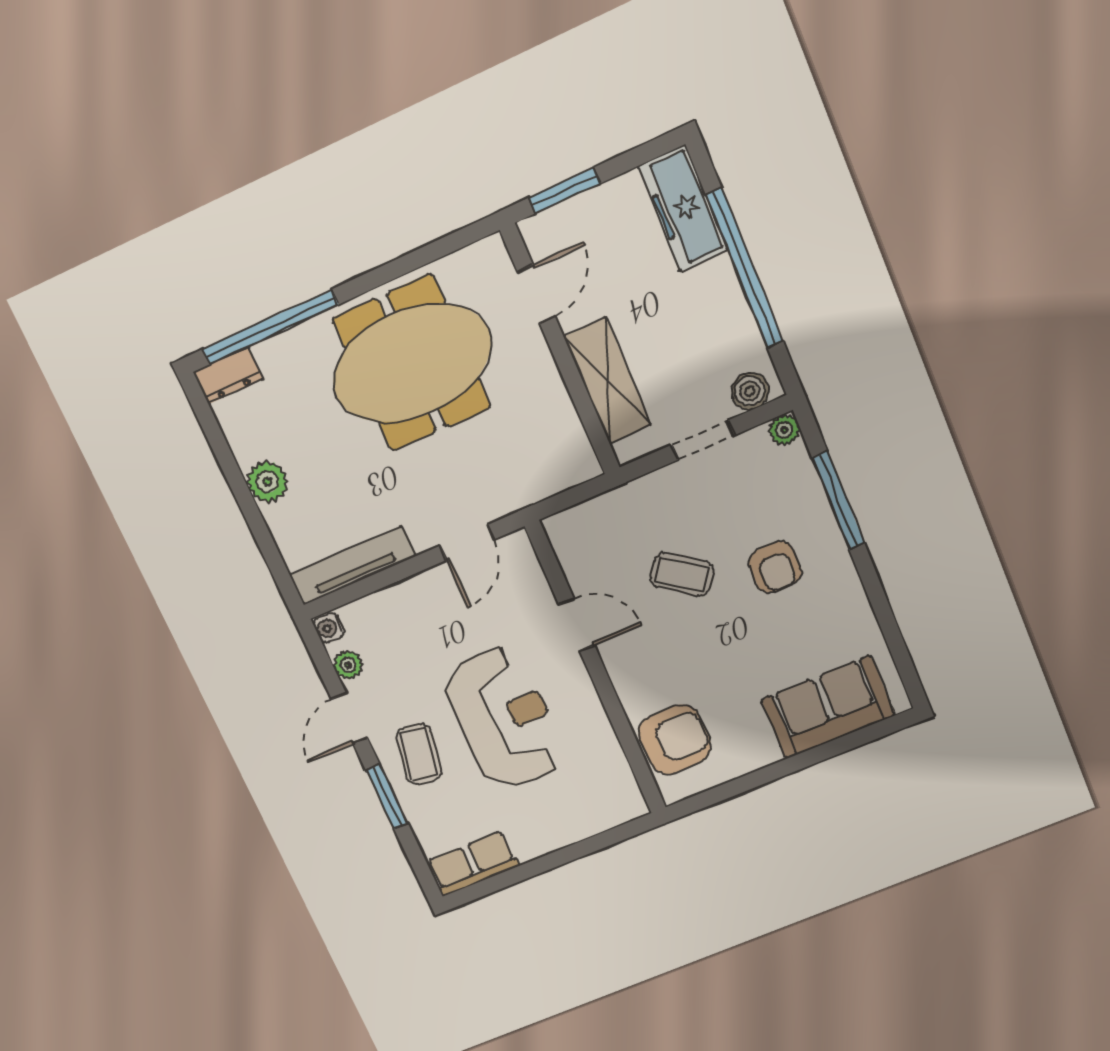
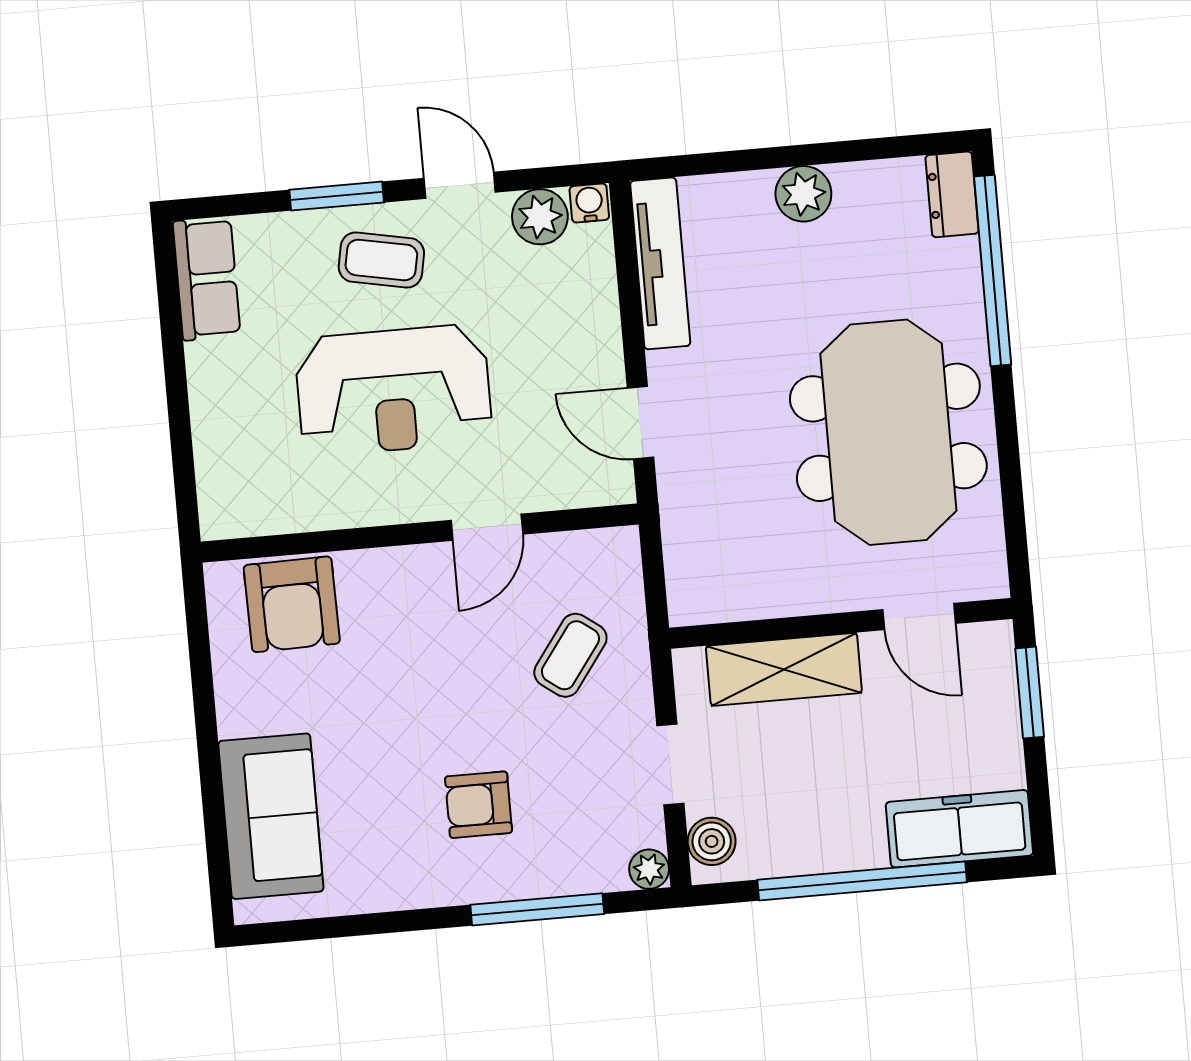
coffee table: (682, 575) -> (570, 655), moved
plant: (348, 665) -> (540, 217), width x1.38, depth x1.38

